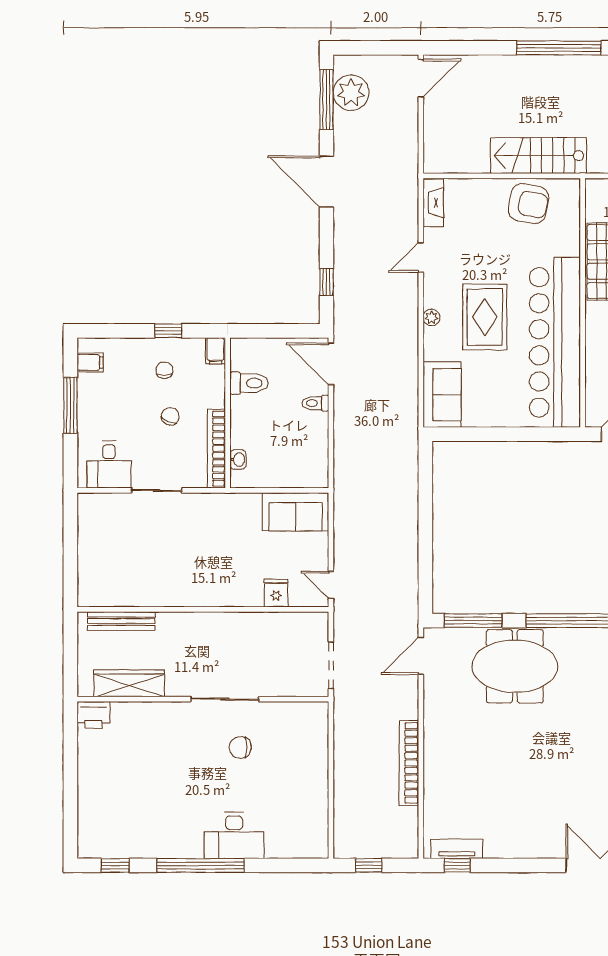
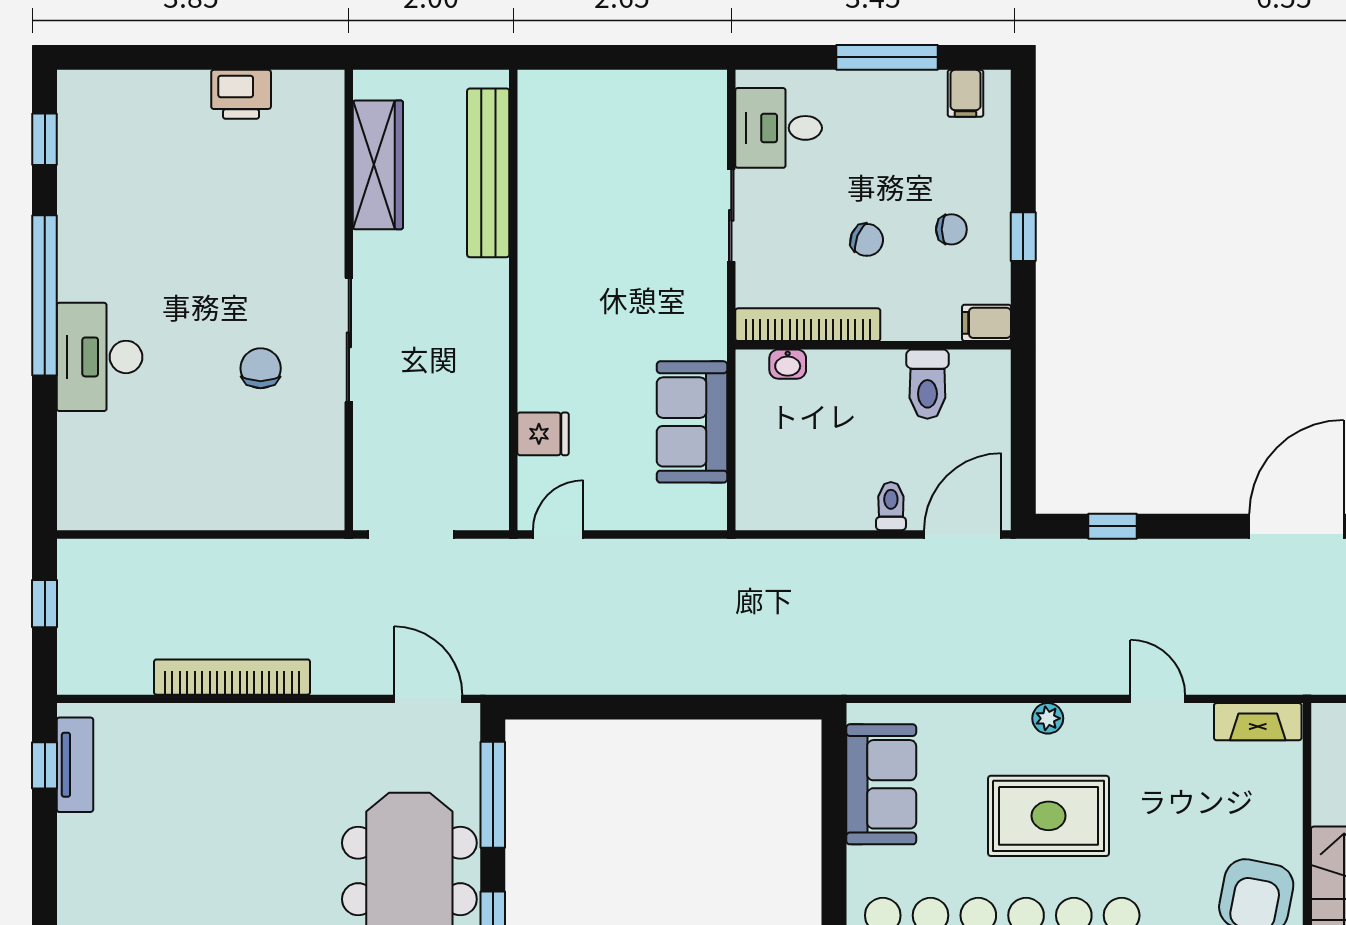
sofa: (442, 395) -> (881, 784), moved, turned -90
sofa: (296, 512) -> (692, 422), moved
bench: (121, 621) -> (488, 173), width x1.37, depth x1.21
printer: (93, 715) -> (241, 94), moved, turned -90

